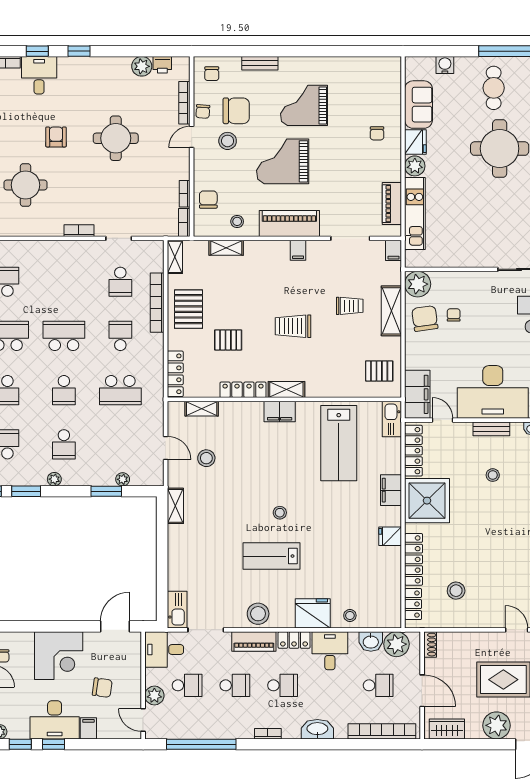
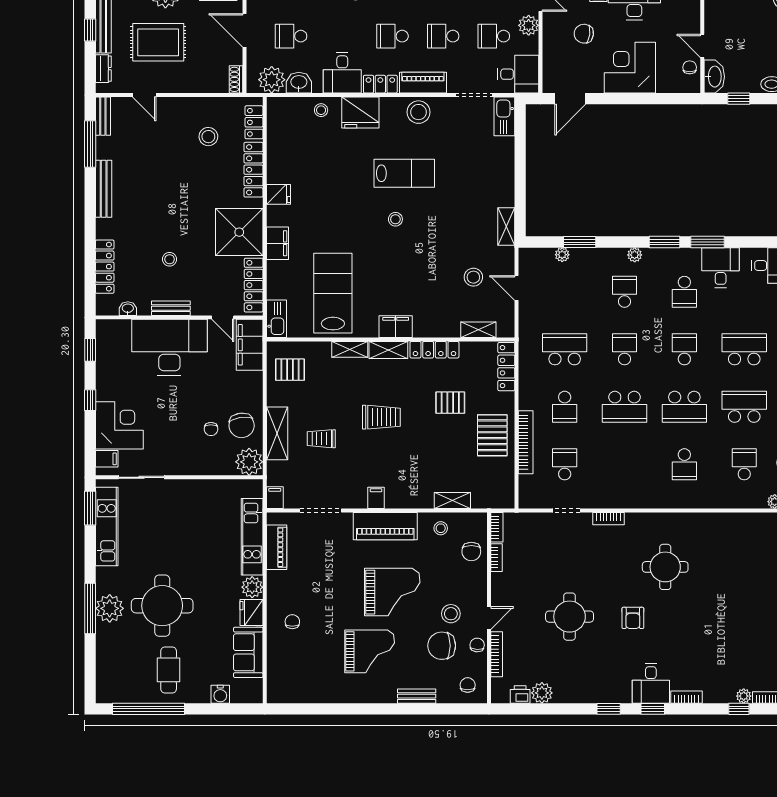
shelving: (175, 257) -> (350, 349), moved, turned 90

